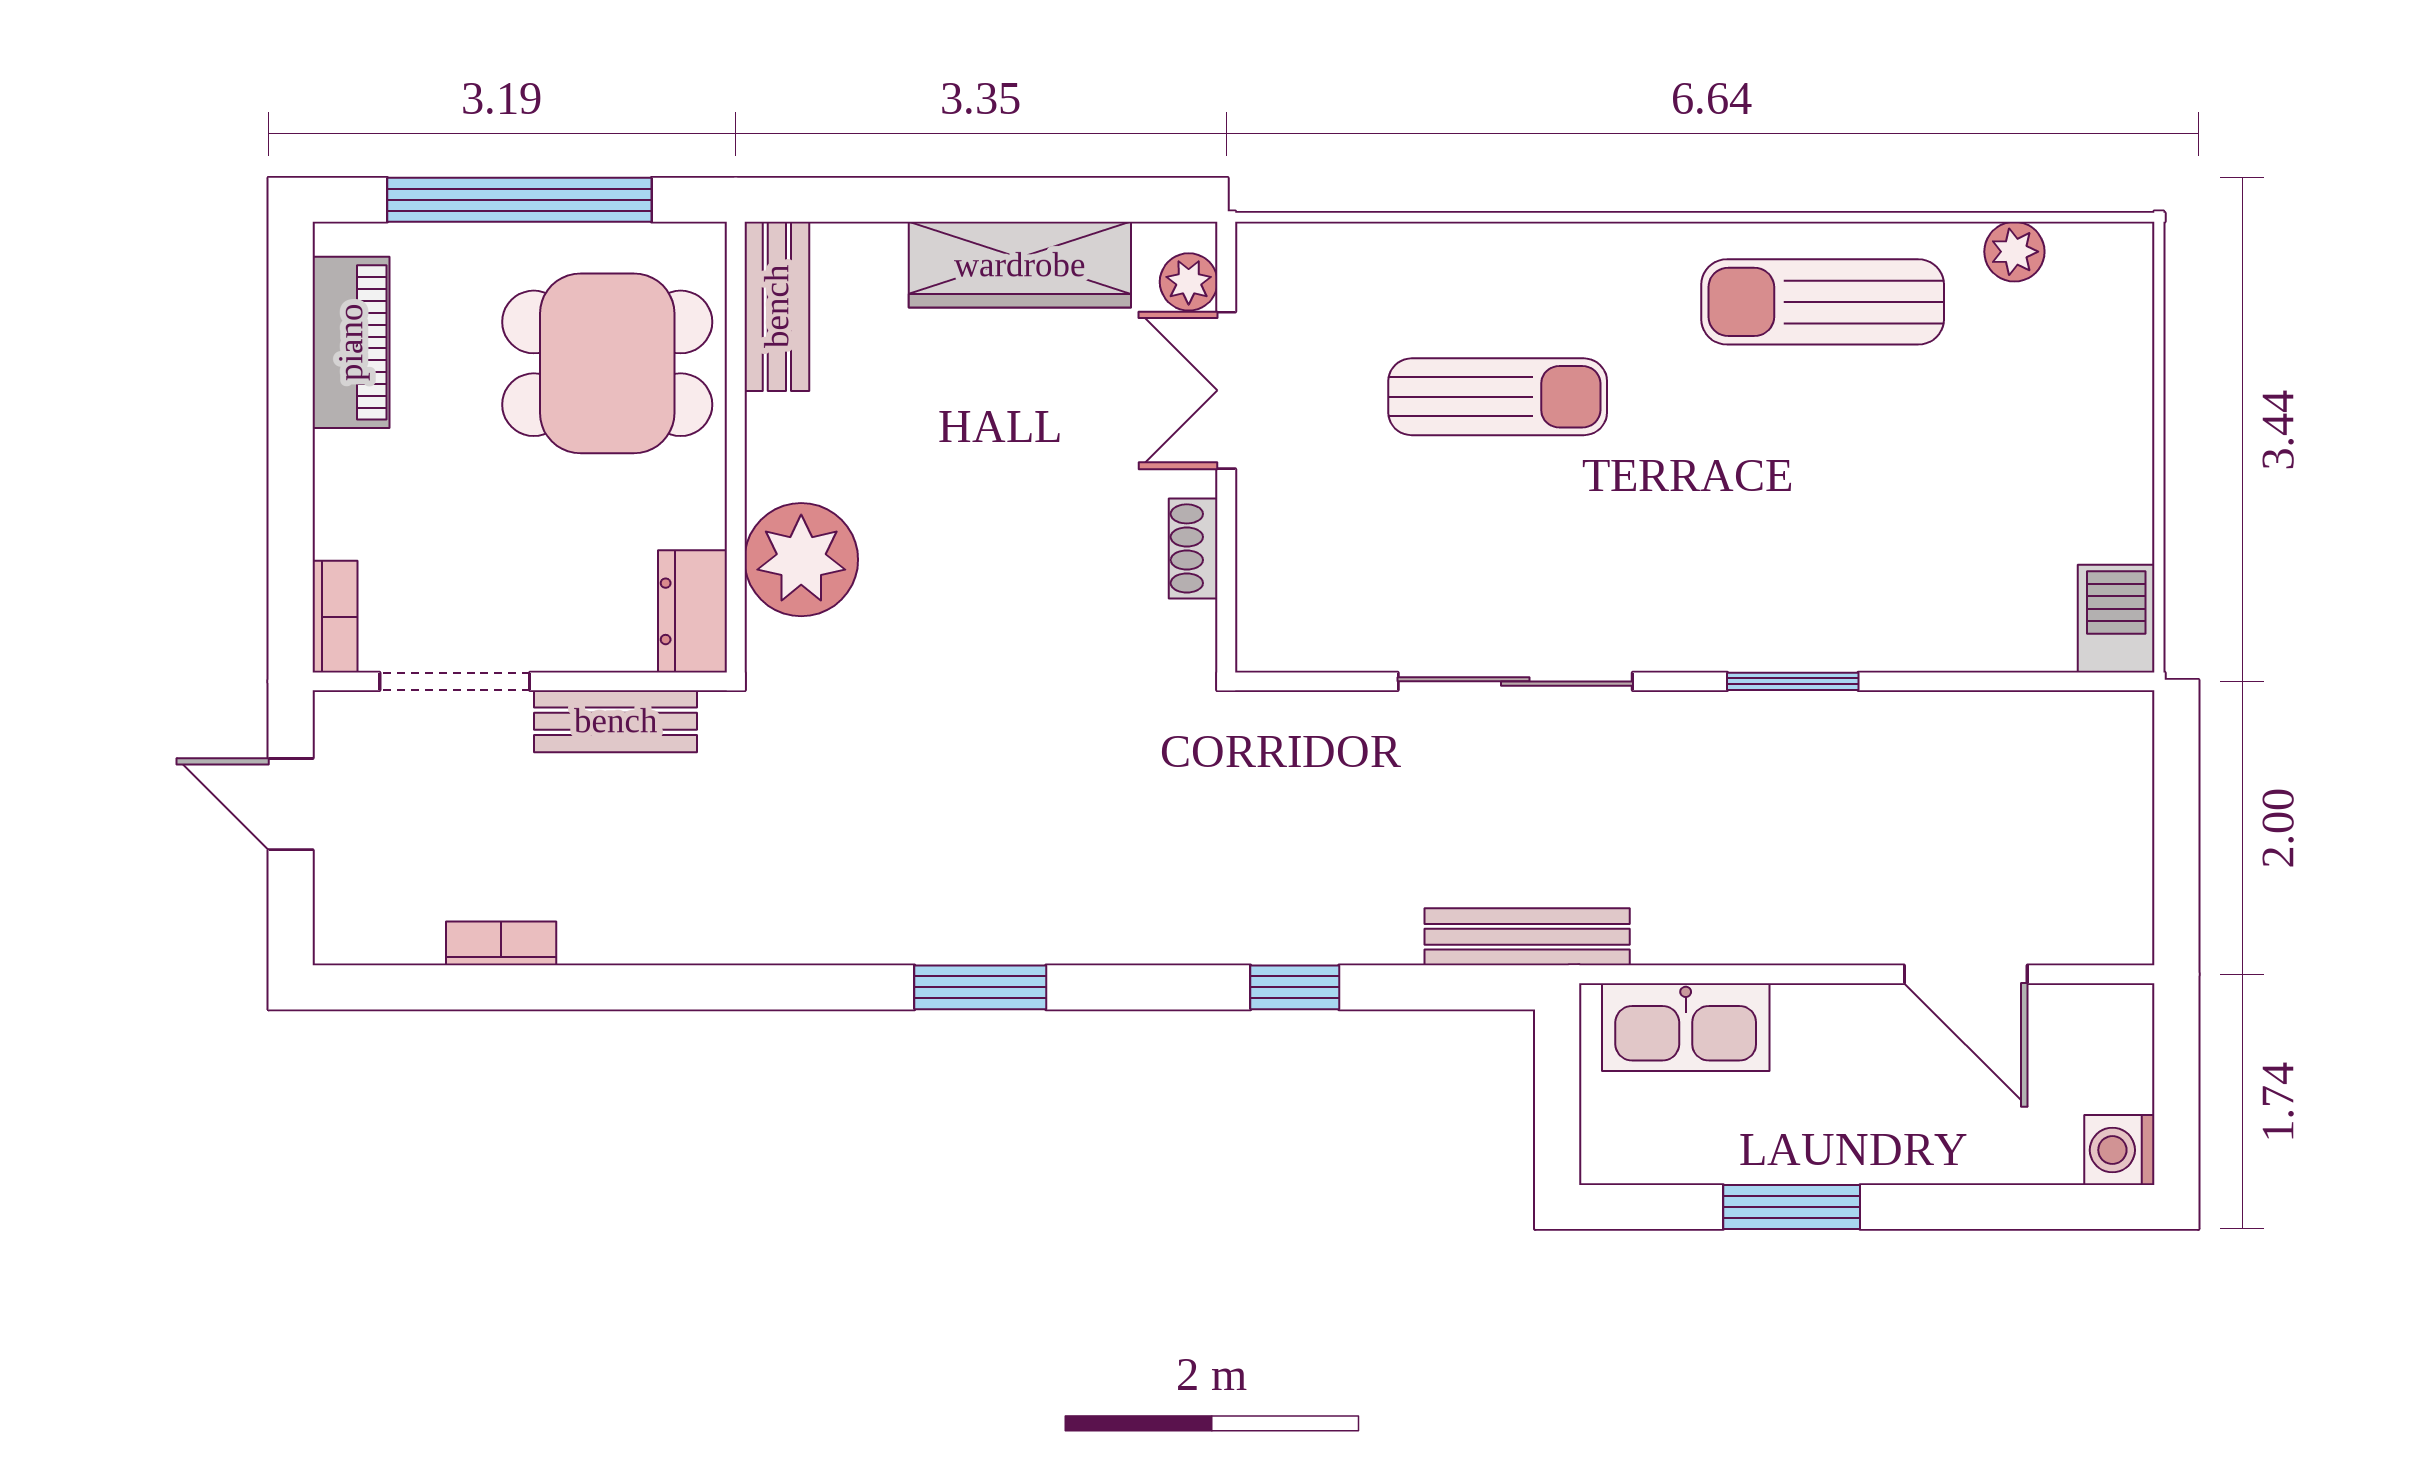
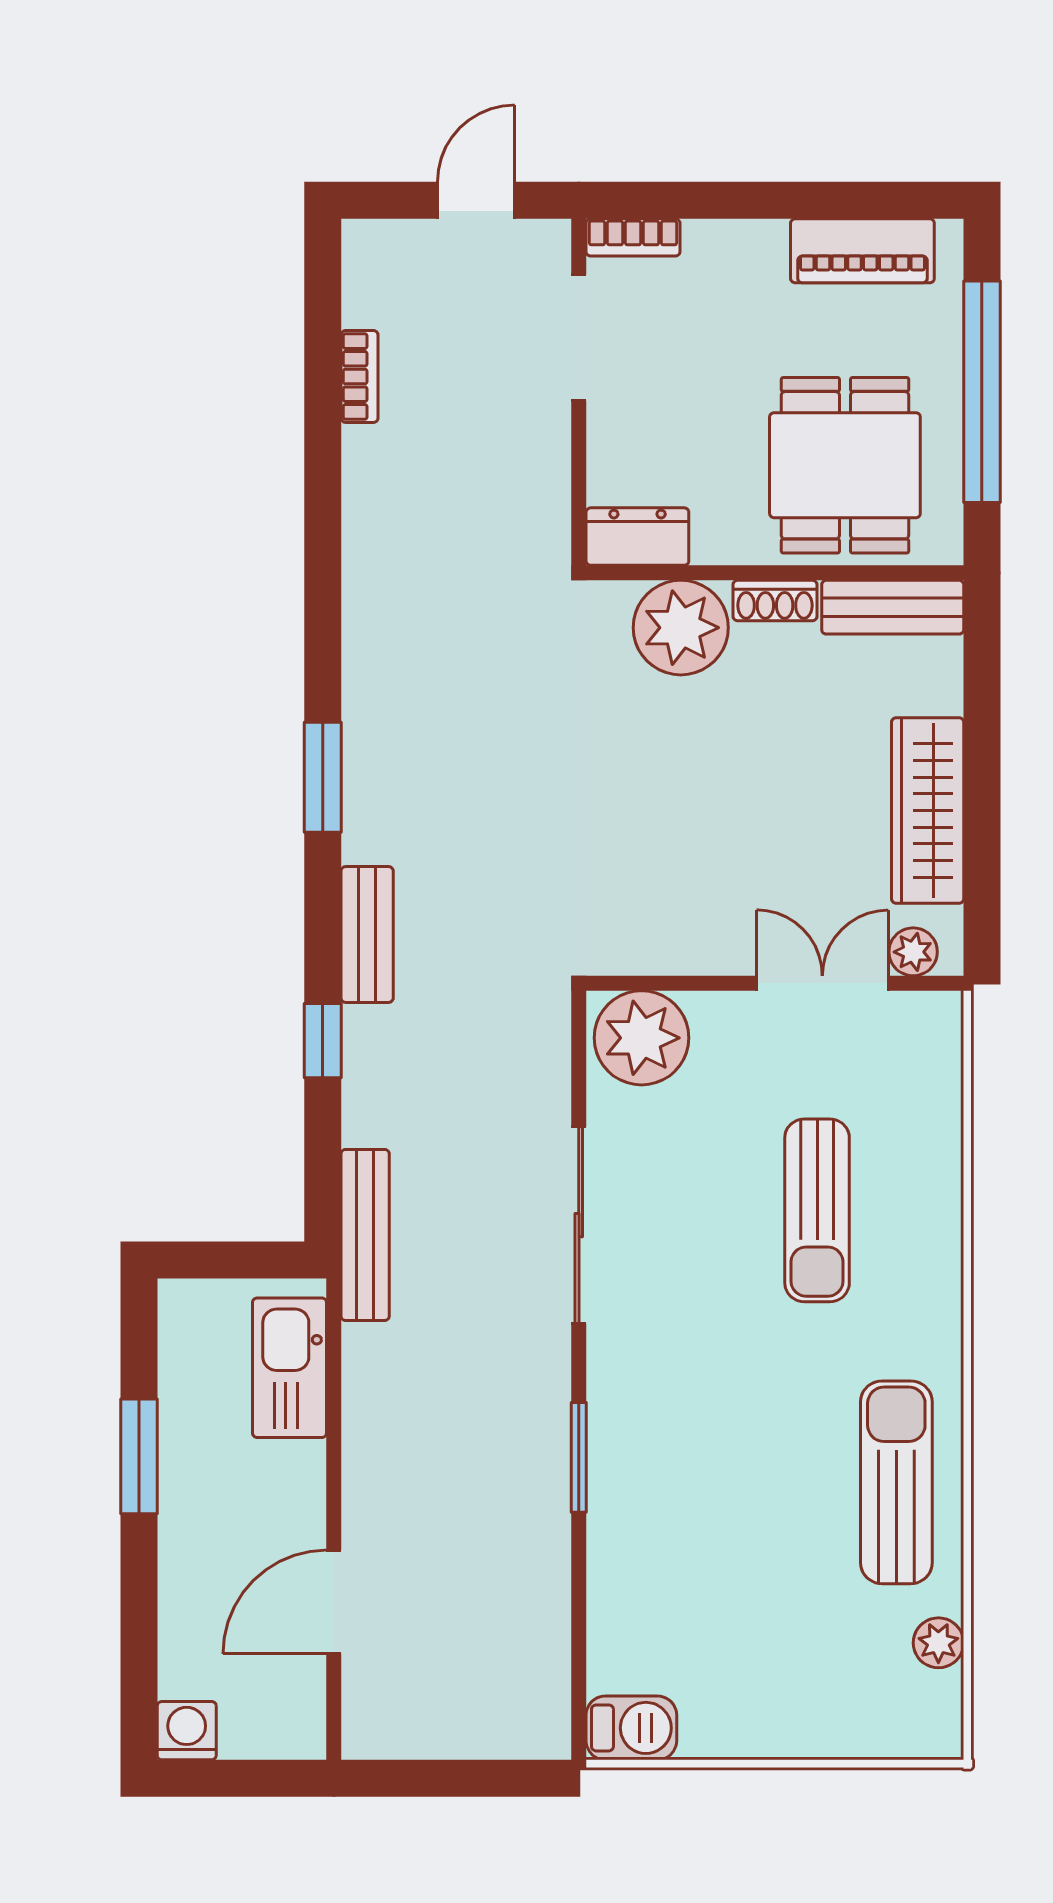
shoe rack: (1193, 548) -> (775, 601), moved, turned 180
plant: (1291, 607) -> (641, 1038), added
bench: (616, 721) -> (367, 935), moved

